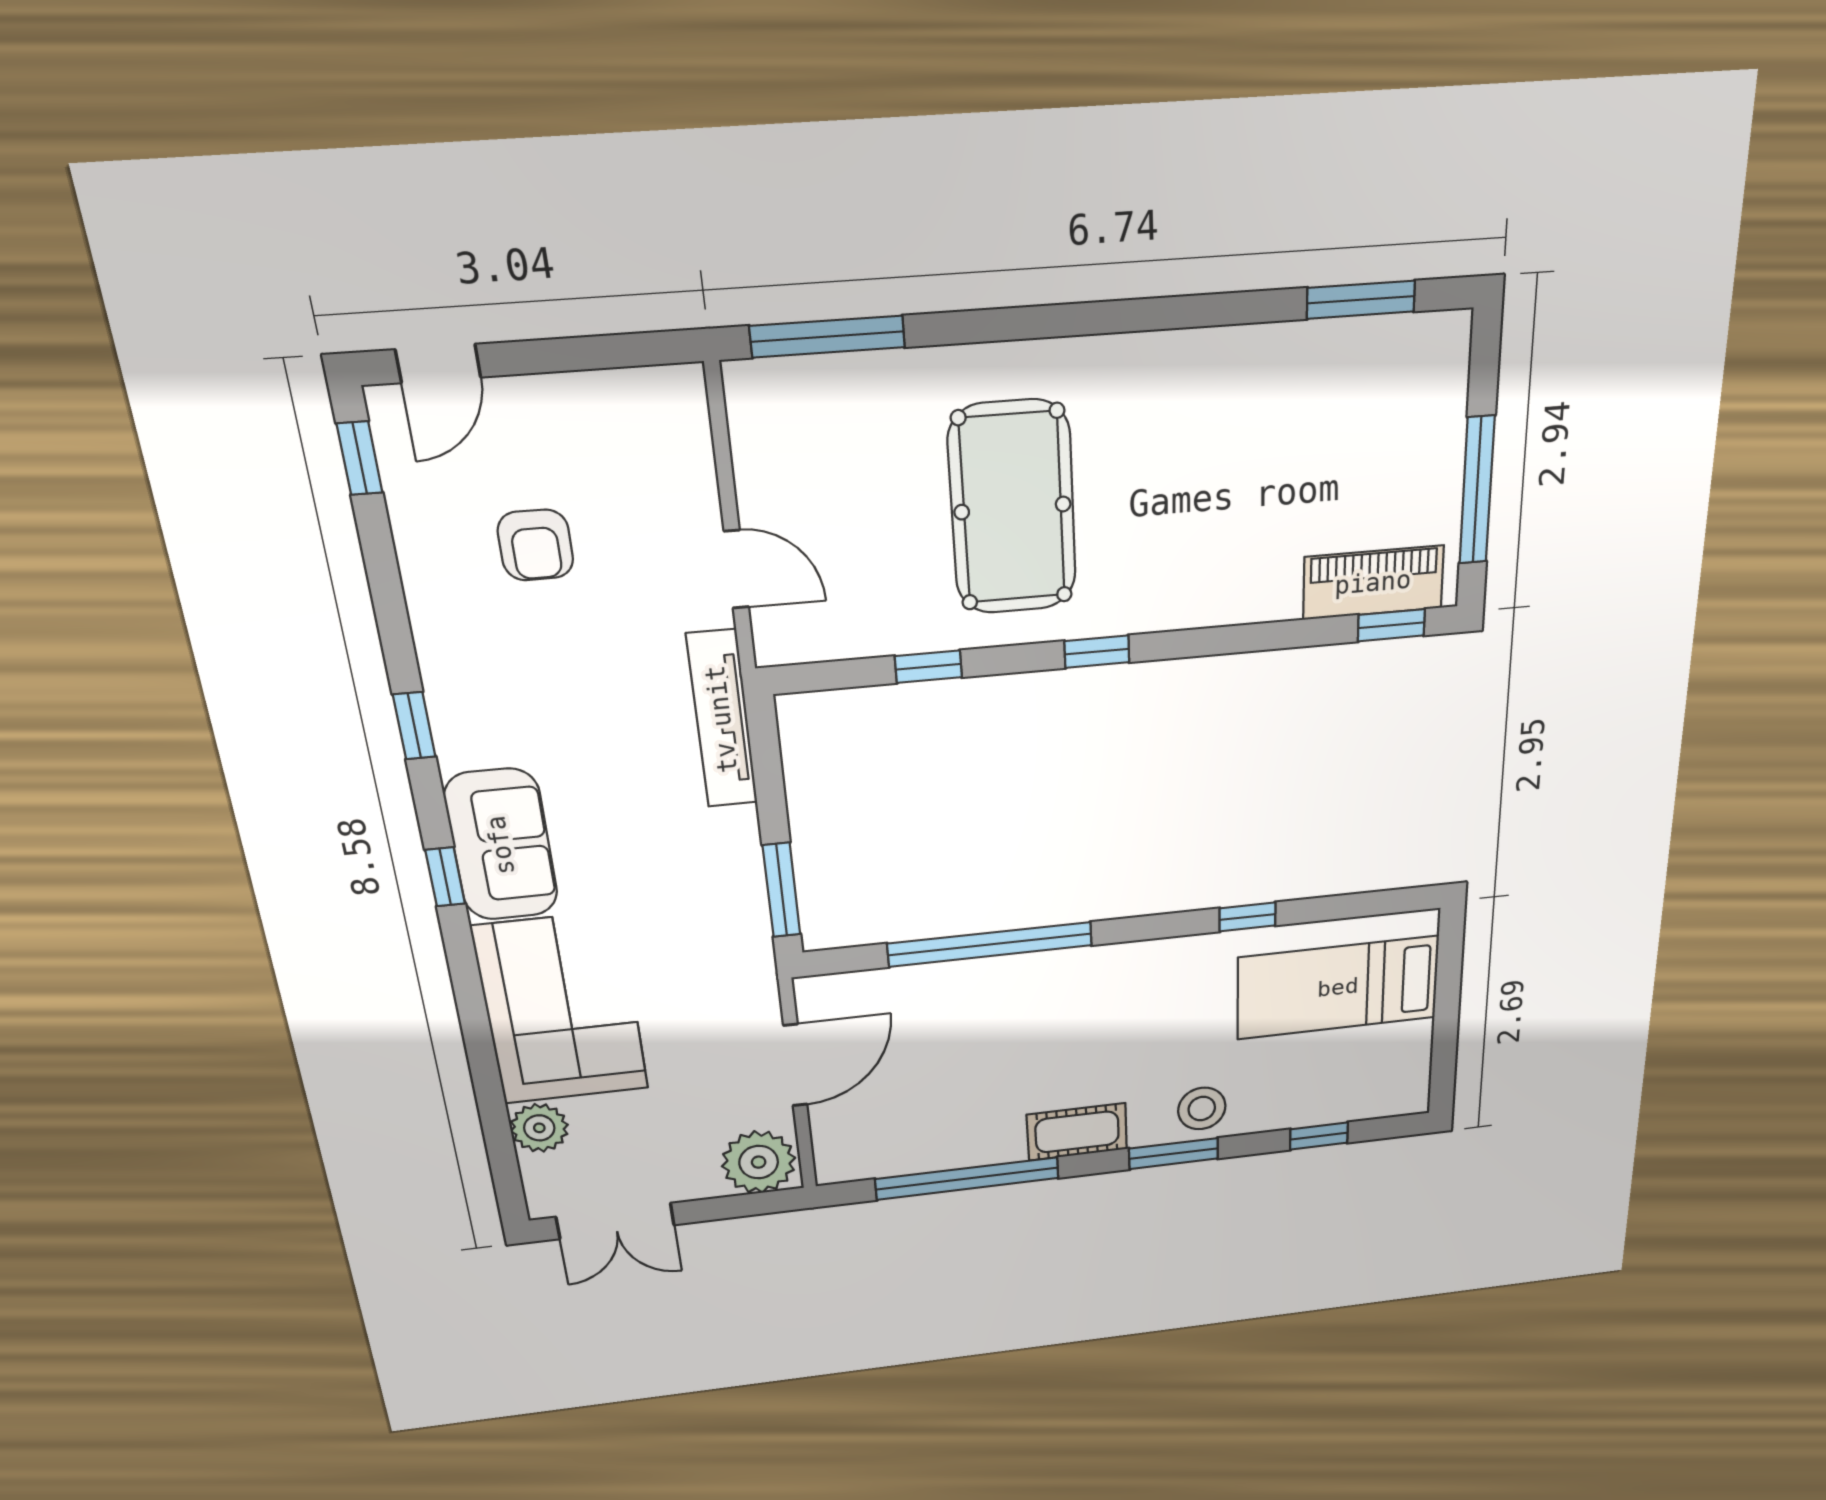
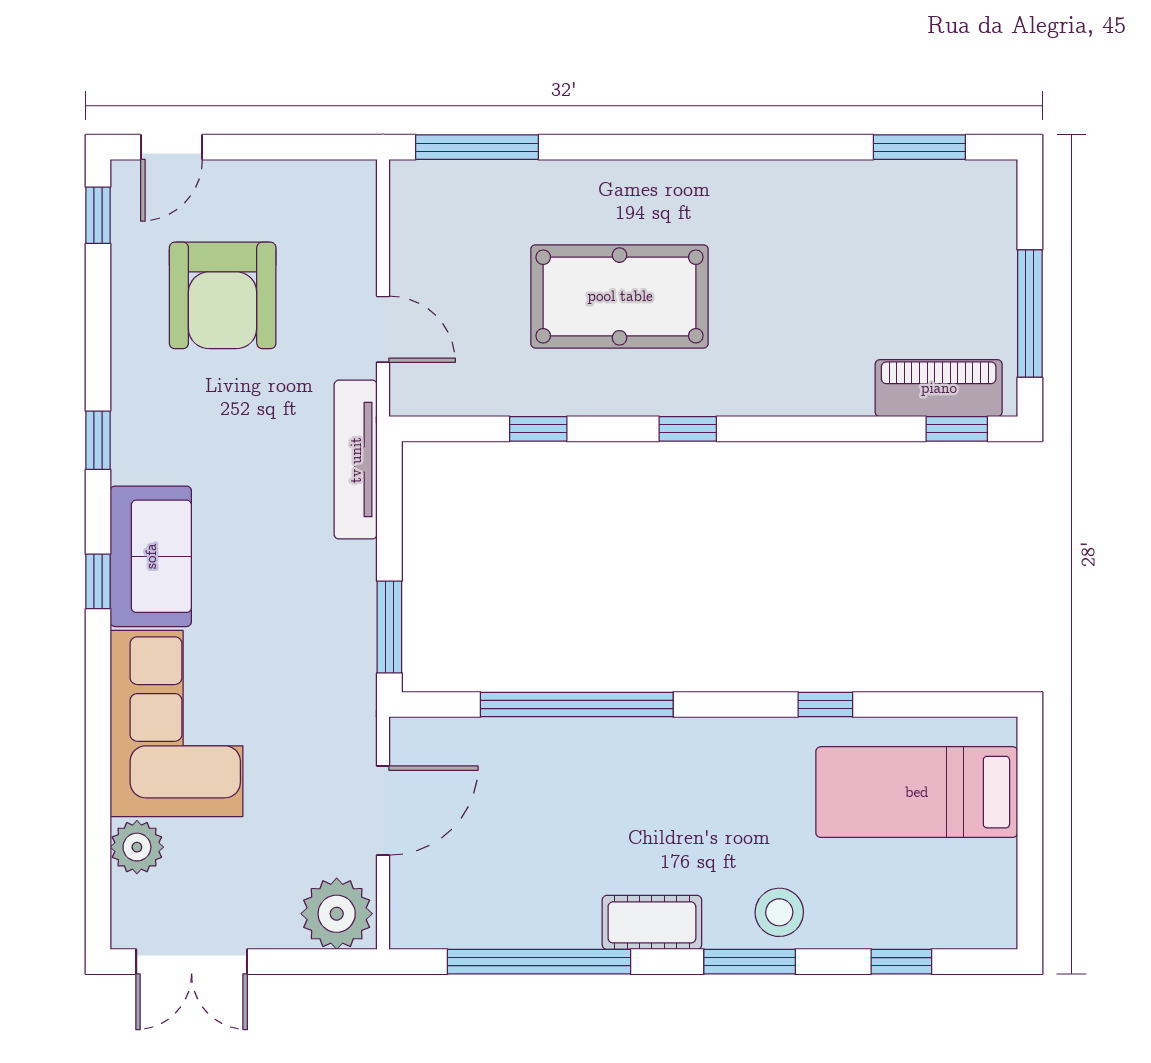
pool table: (1013, 508) -> (620, 296), turned 90
armchair: (535, 545) -> (223, 295), width x1.88, depth x1.88

